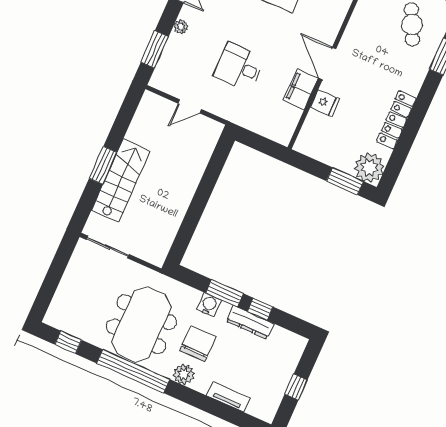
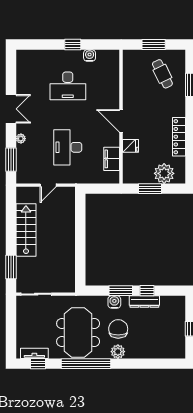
desk: (239, 67) -> (68, 147), width x1.37
filing cabinet: (301, 89) -> (112, 159), moved
window: (103, 165) -> (11, 267), moved
plant: (369, 167) -> (164, 173), moved
stairs: (121, 181) -> (26, 230), moved
window: (345, 181) -> (150, 189), moved
tv unit: (228, 397) -> (34, 353), moved

